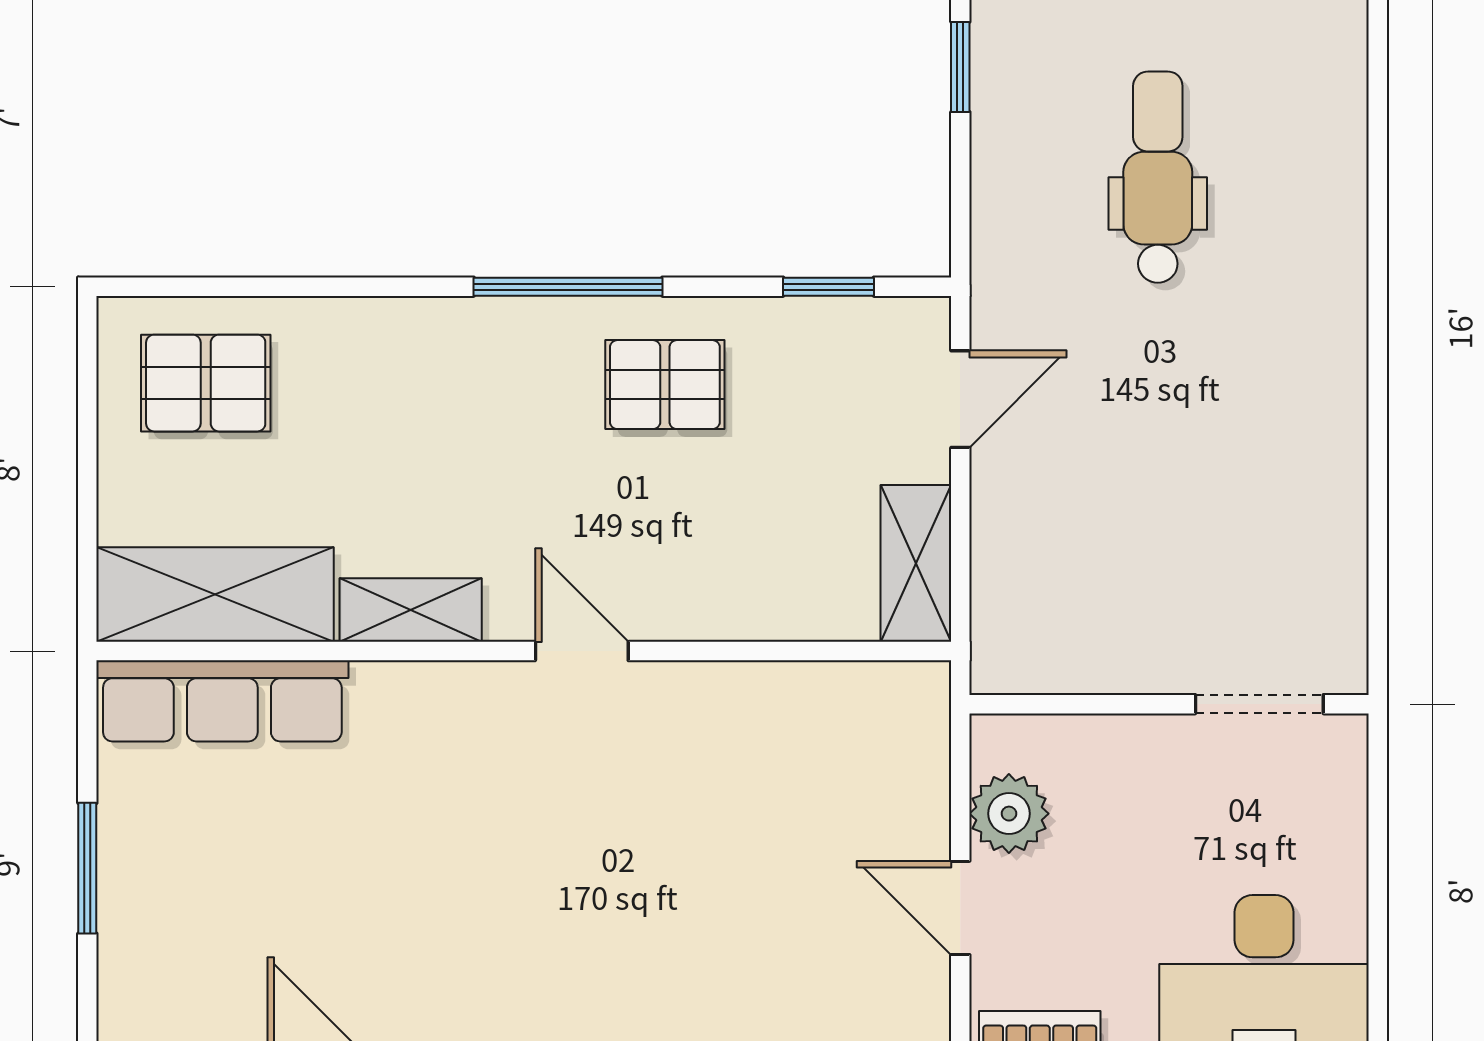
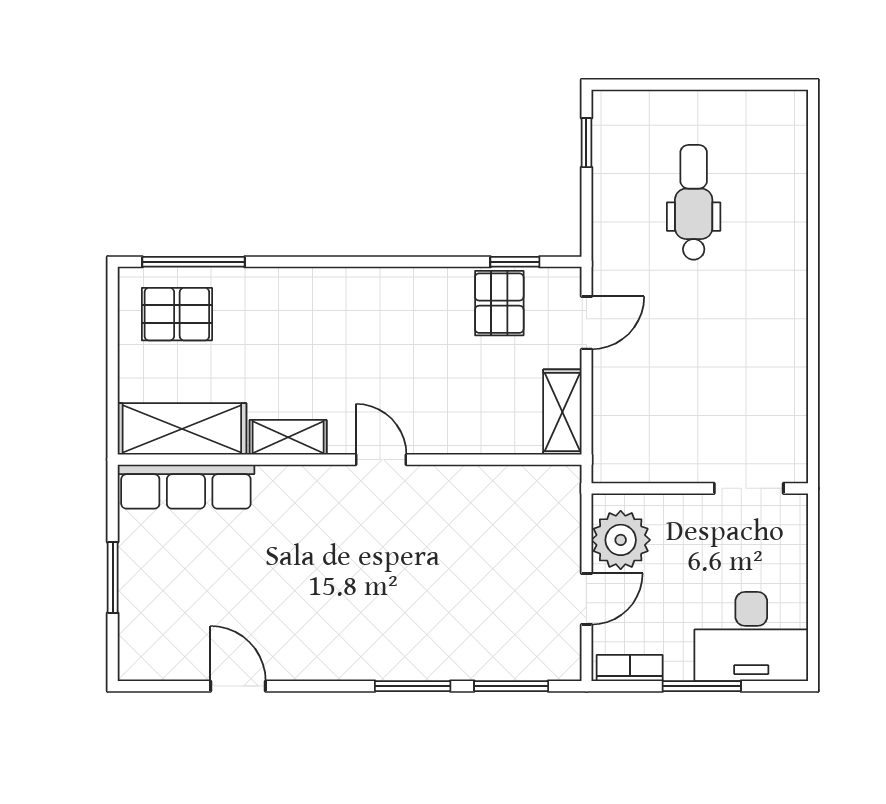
window: (568, 287) -> (194, 262), moved
pallet: (665, 385) -> (499, 303), moved, turned 90
plant: (1009, 814) -> (621, 540), width x1.36, depth x1.36
door: (960, 908) -> (586, 599), swing flipped

